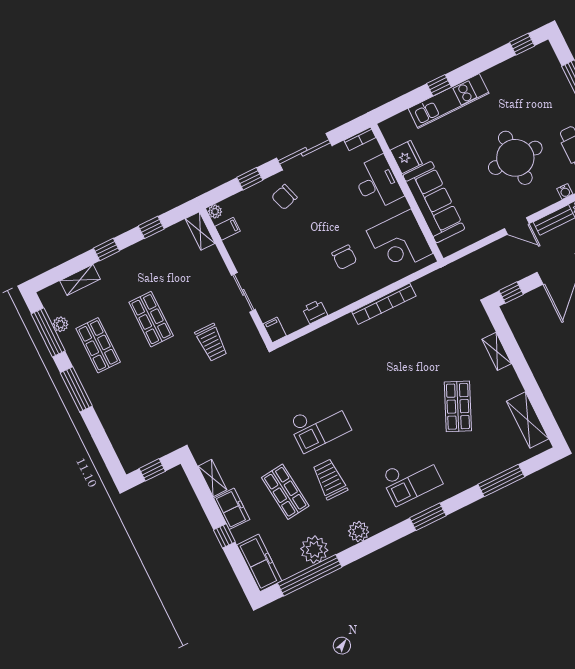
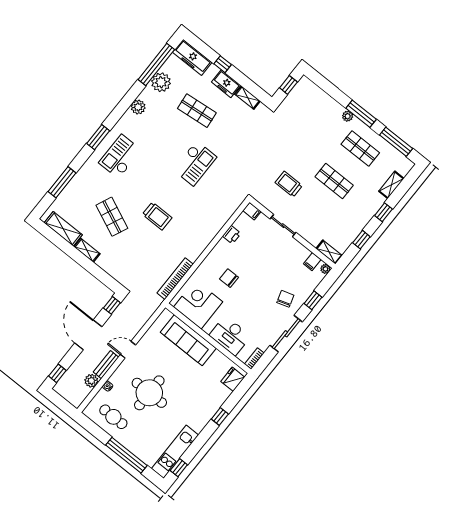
kitchen unit: (449, 101) -> (175, 452), moved
fridge: (406, 157) -> (233, 379), moved, turned 90
bookcase: (384, 304) -> (175, 279), moved
plant: (60, 324) -> (348, 116), moved
shelving: (497, 351) -> (87, 250), moved
checkout: (319, 425) -> (195, 163), turned 180
trolley: (330, 479) -> (157, 216), moved

